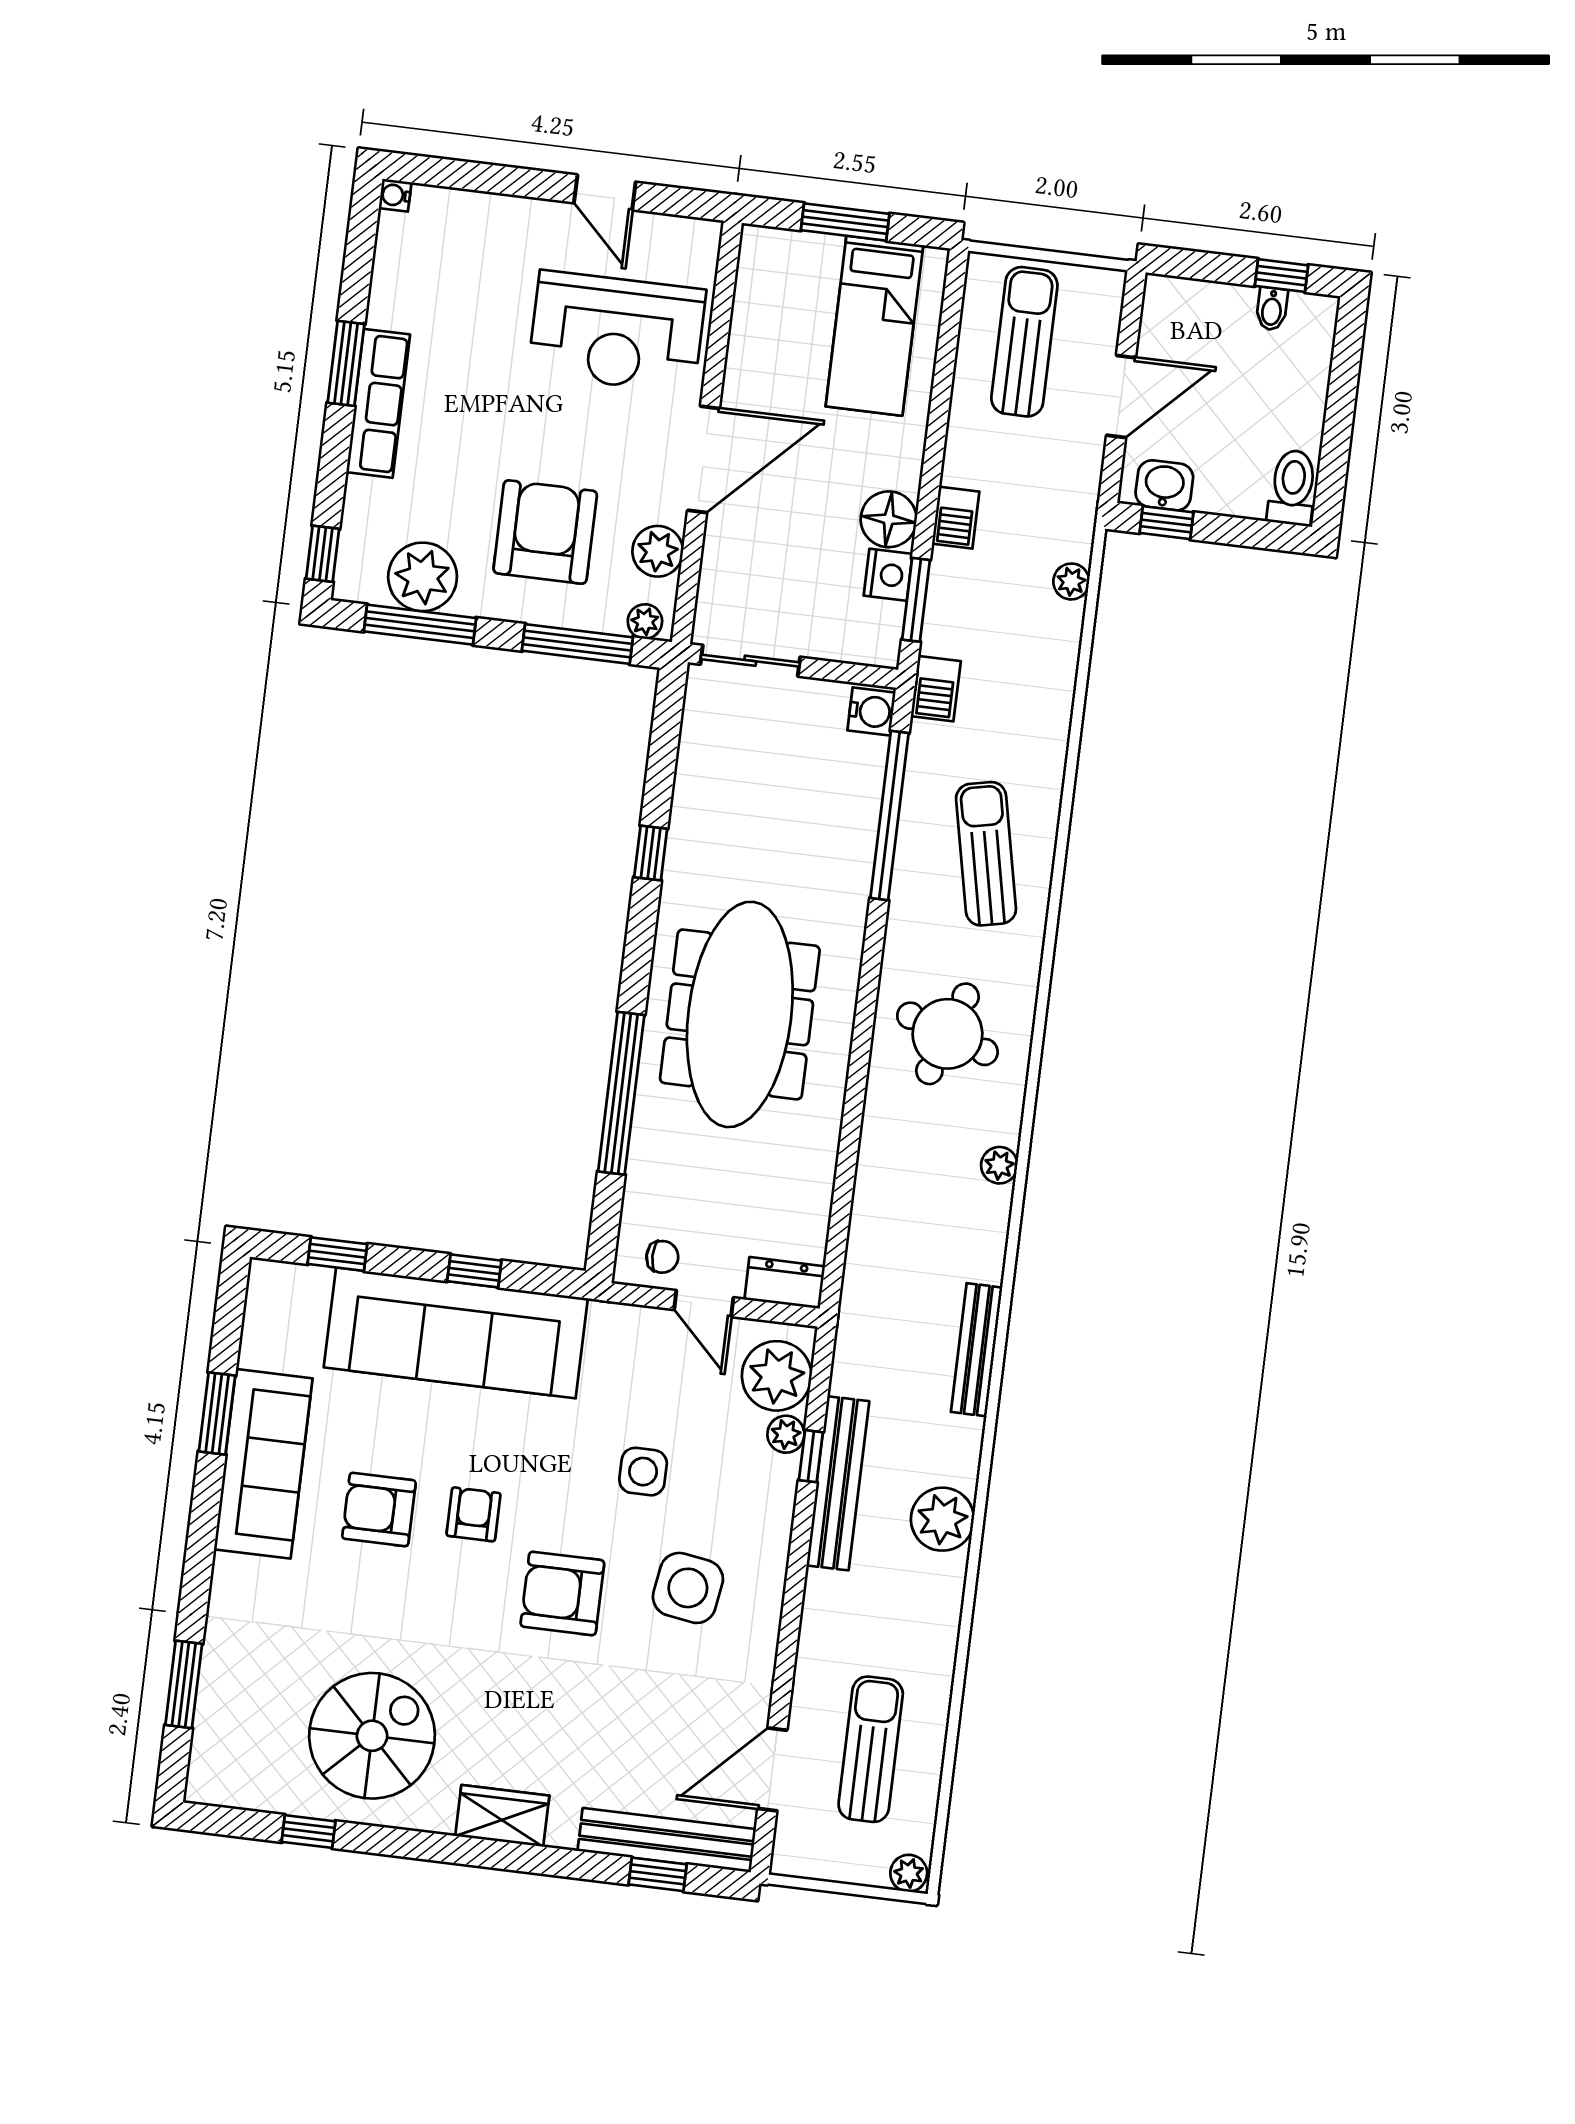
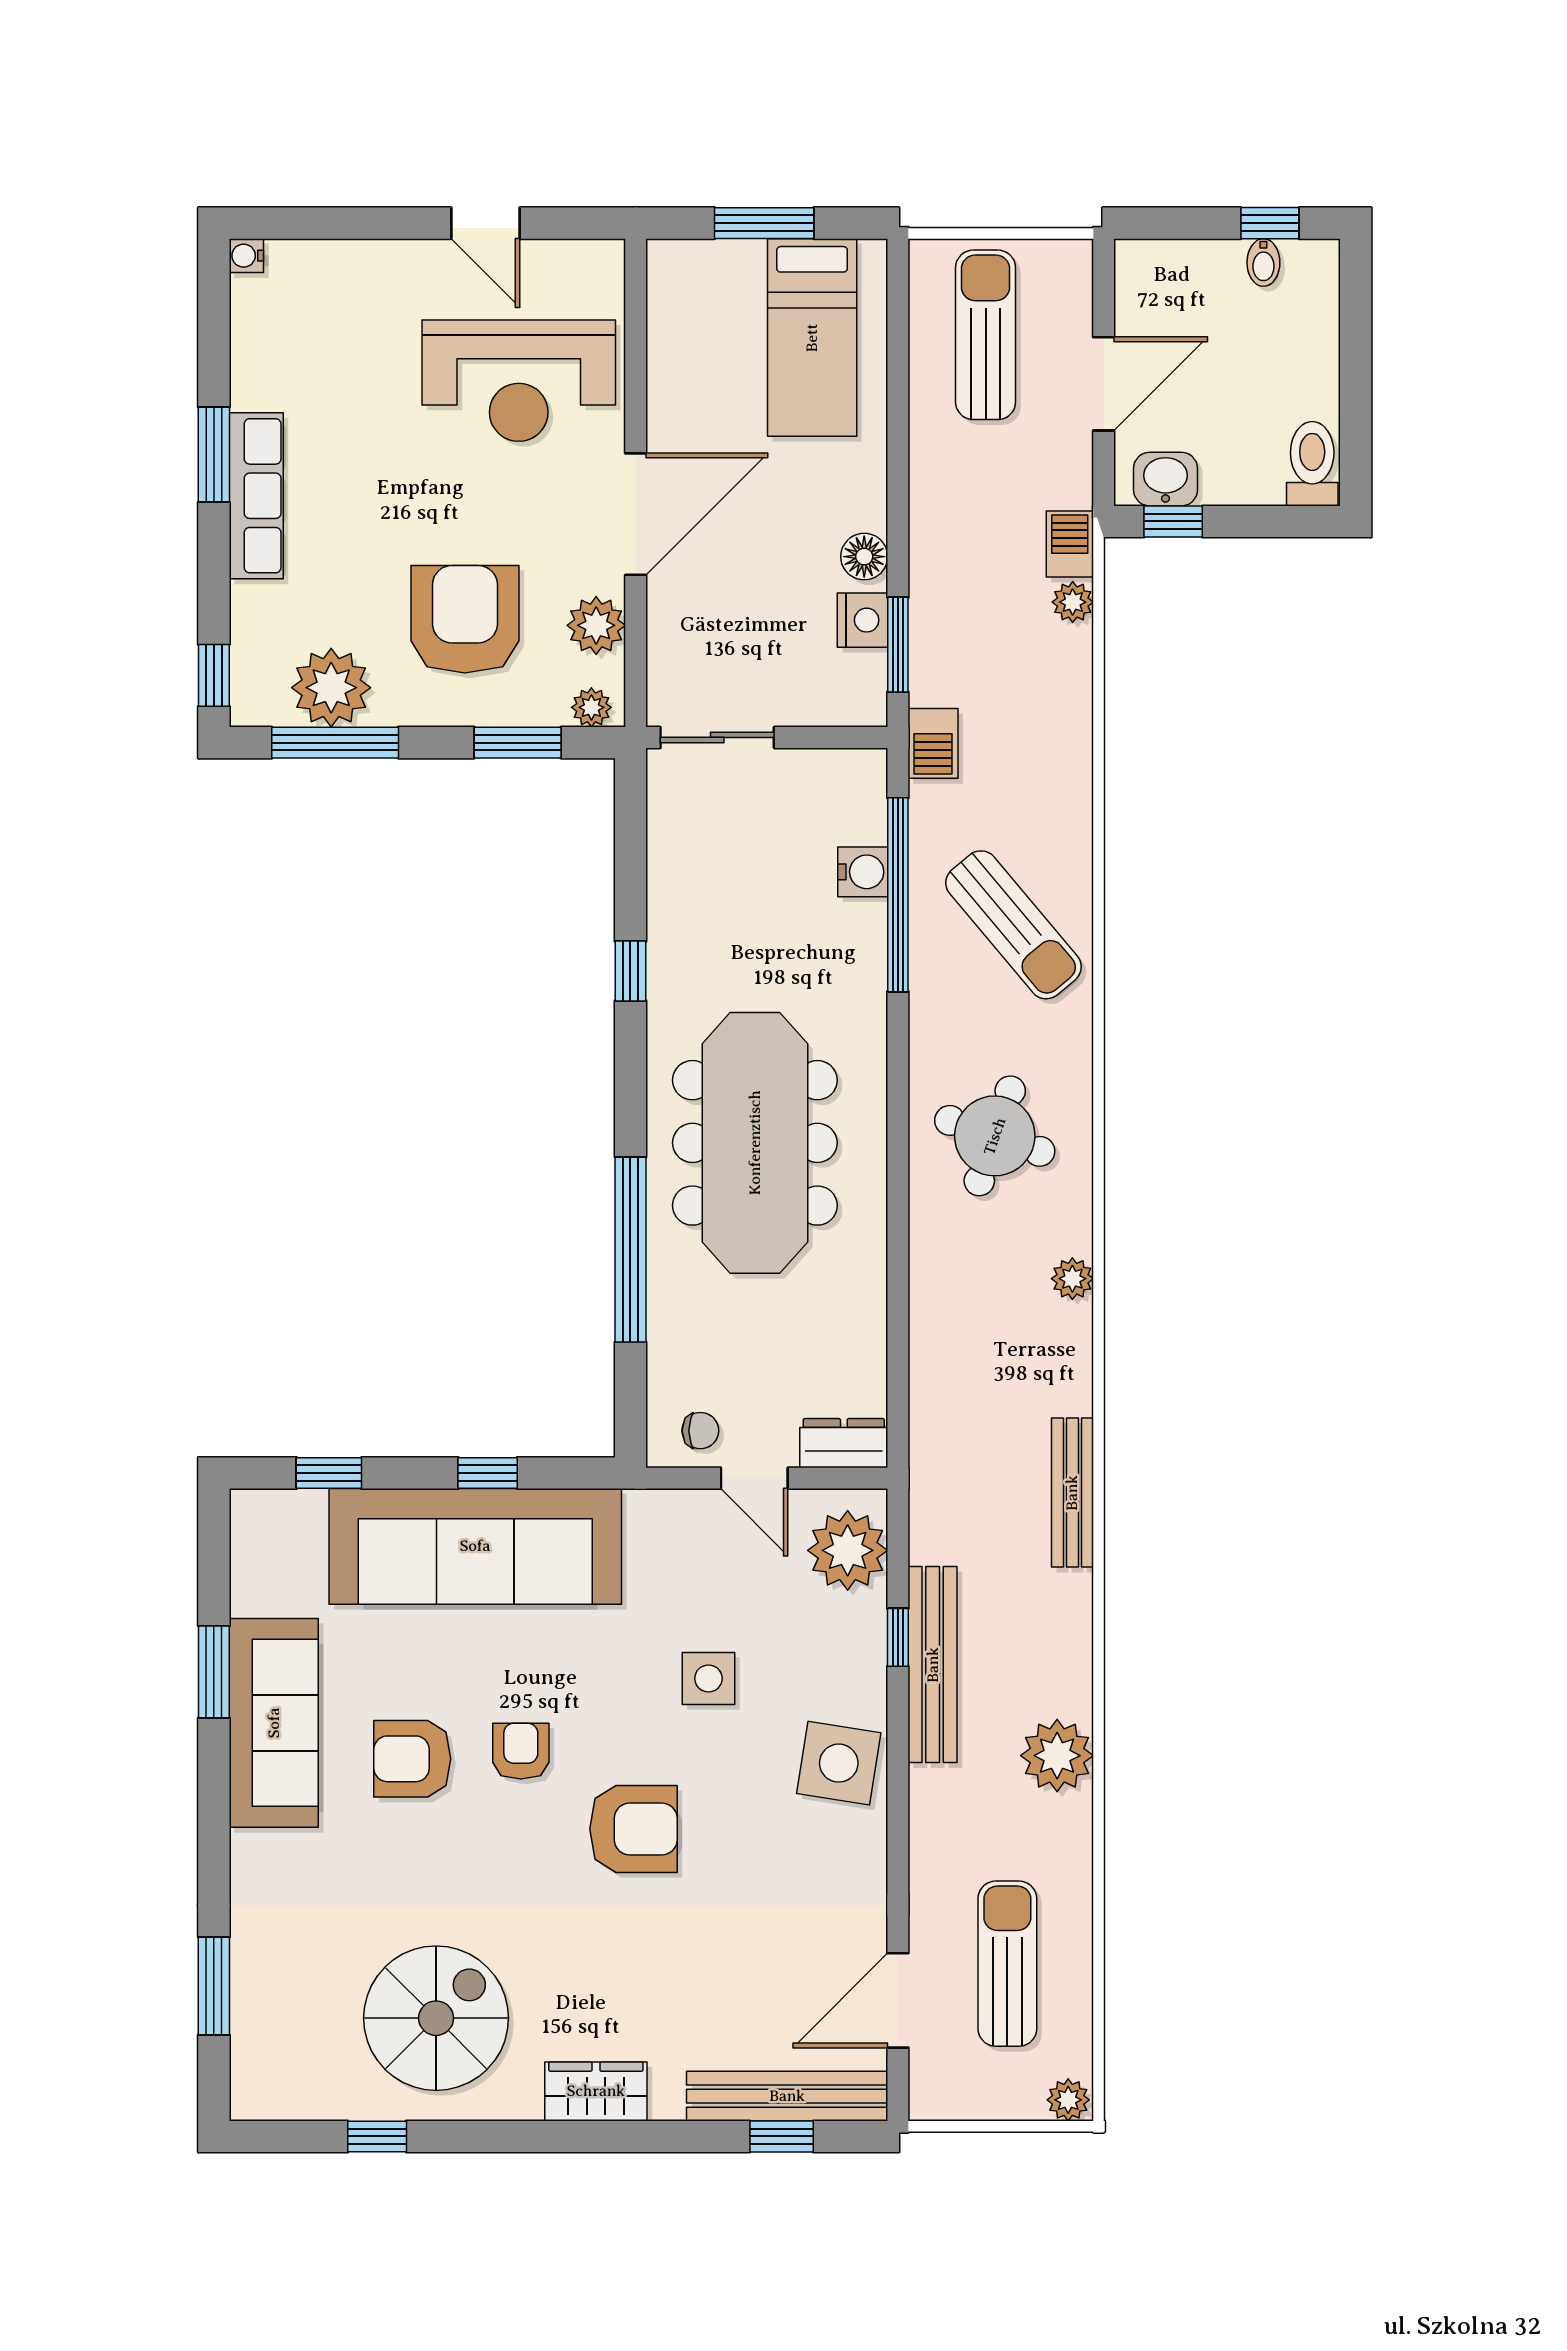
barbecue: (956, 518) -> (1070, 544), moved, turned 180
floor lamp: (889, 519) -> (864, 557), width x0.73, depth x0.73
window: (577, 644) -> (518, 743), width x0.69
water cooler: (871, 711) -> (863, 872), moved
sun lounger: (986, 854) -> (1013, 925), turned 152
plant: (786, 1434) -> (866, 1616), removed
plant: (942, 1519) -> (1057, 1756), moved
side table: (688, 1588) -> (839, 1763), moved
armchair: (562, 1593) -> (633, 1829), turned 180

